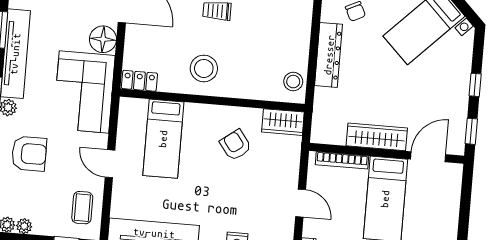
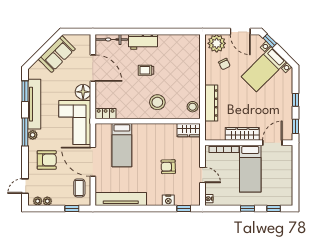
dresser: (329, 55) -> (211, 103), moved
stool: (204, 68) -> (157, 102), moved
armchair: (236, 145) -> (168, 167), moved, turned -55
door: (110, 164) -> (93, 162), width x1.87

